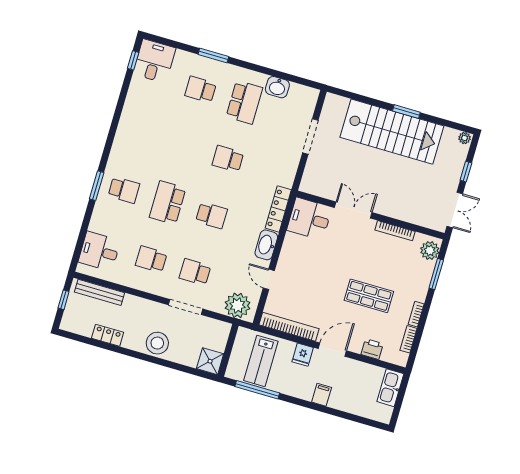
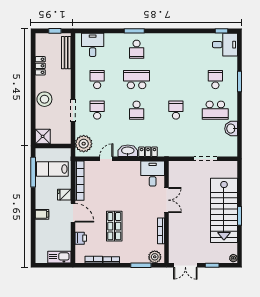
locker: (278, 209) -> (148, 152), width x0.66

